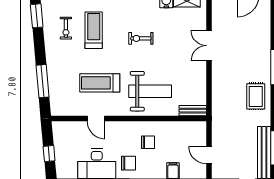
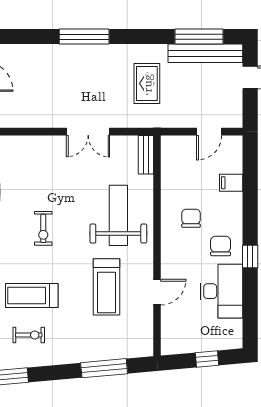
double door: (209, 46) -> (88, 132), moved
rug: (256, 96) -> (147, 83), moved, turned 90

